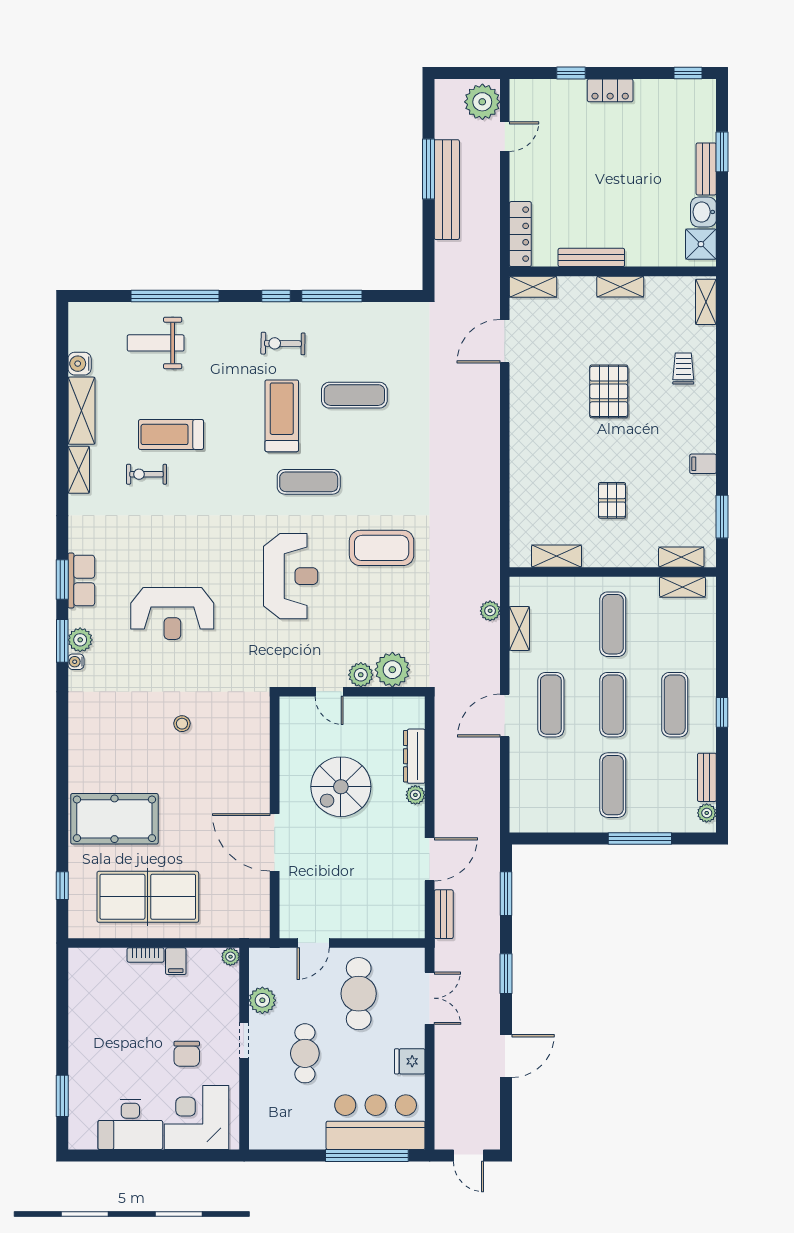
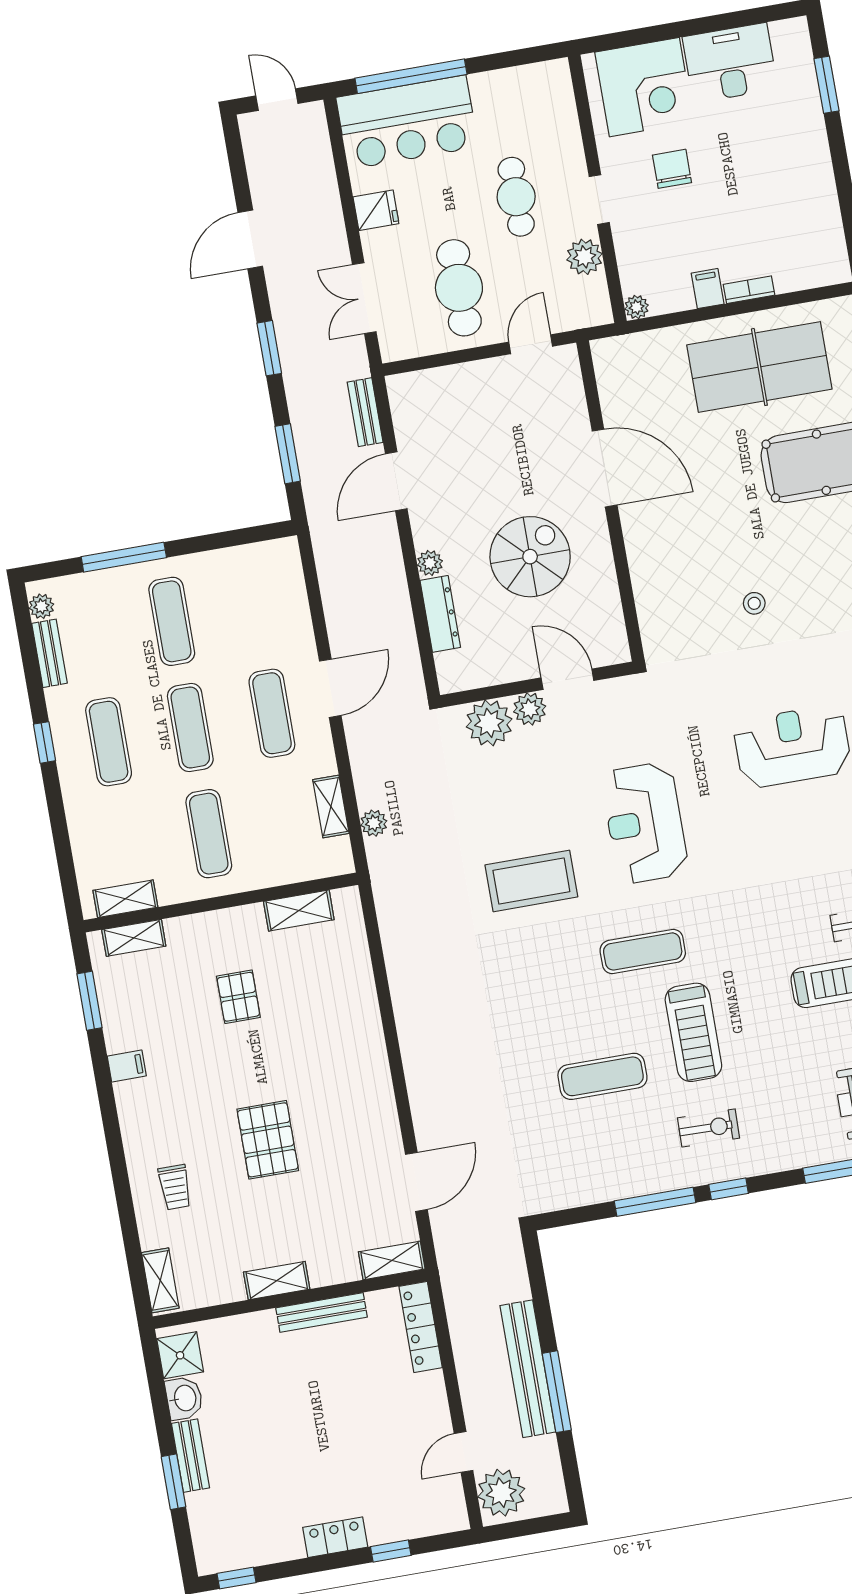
door: (329, 692) -> (567, 679), width x1.38

